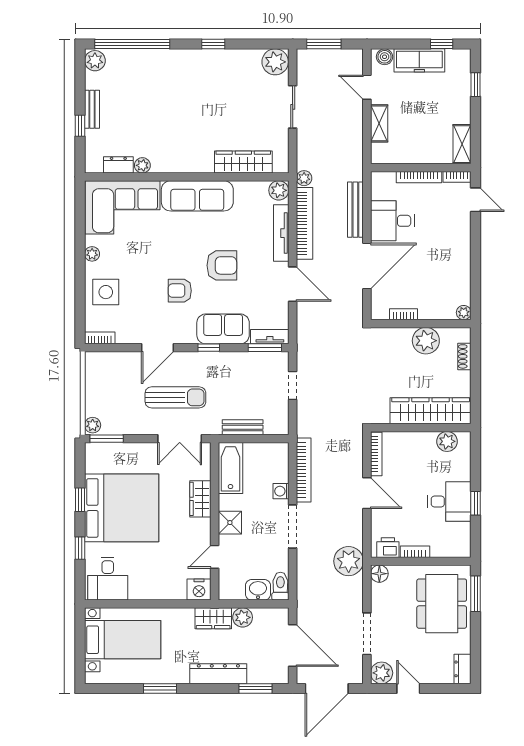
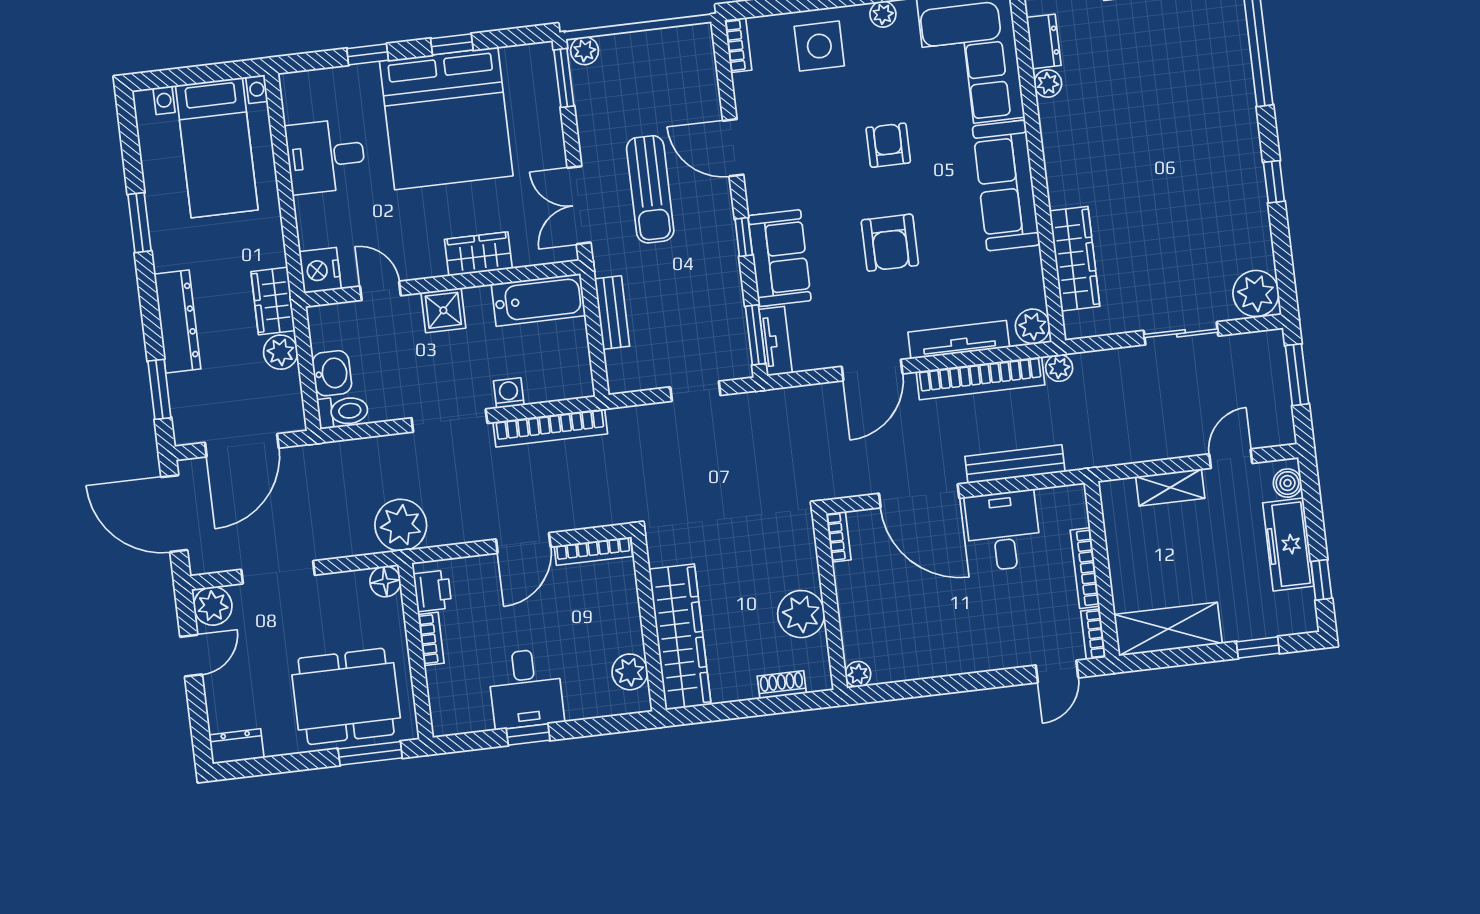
shelving: (462, 144) -> (1168, 629), width x1.50, depth x1.33
armchair: (180, 291) -> (888, 145), moved
bookcase: (403, 314) -> (839, 537), moved
desk: (108, 579) -> (326, 156), moved

